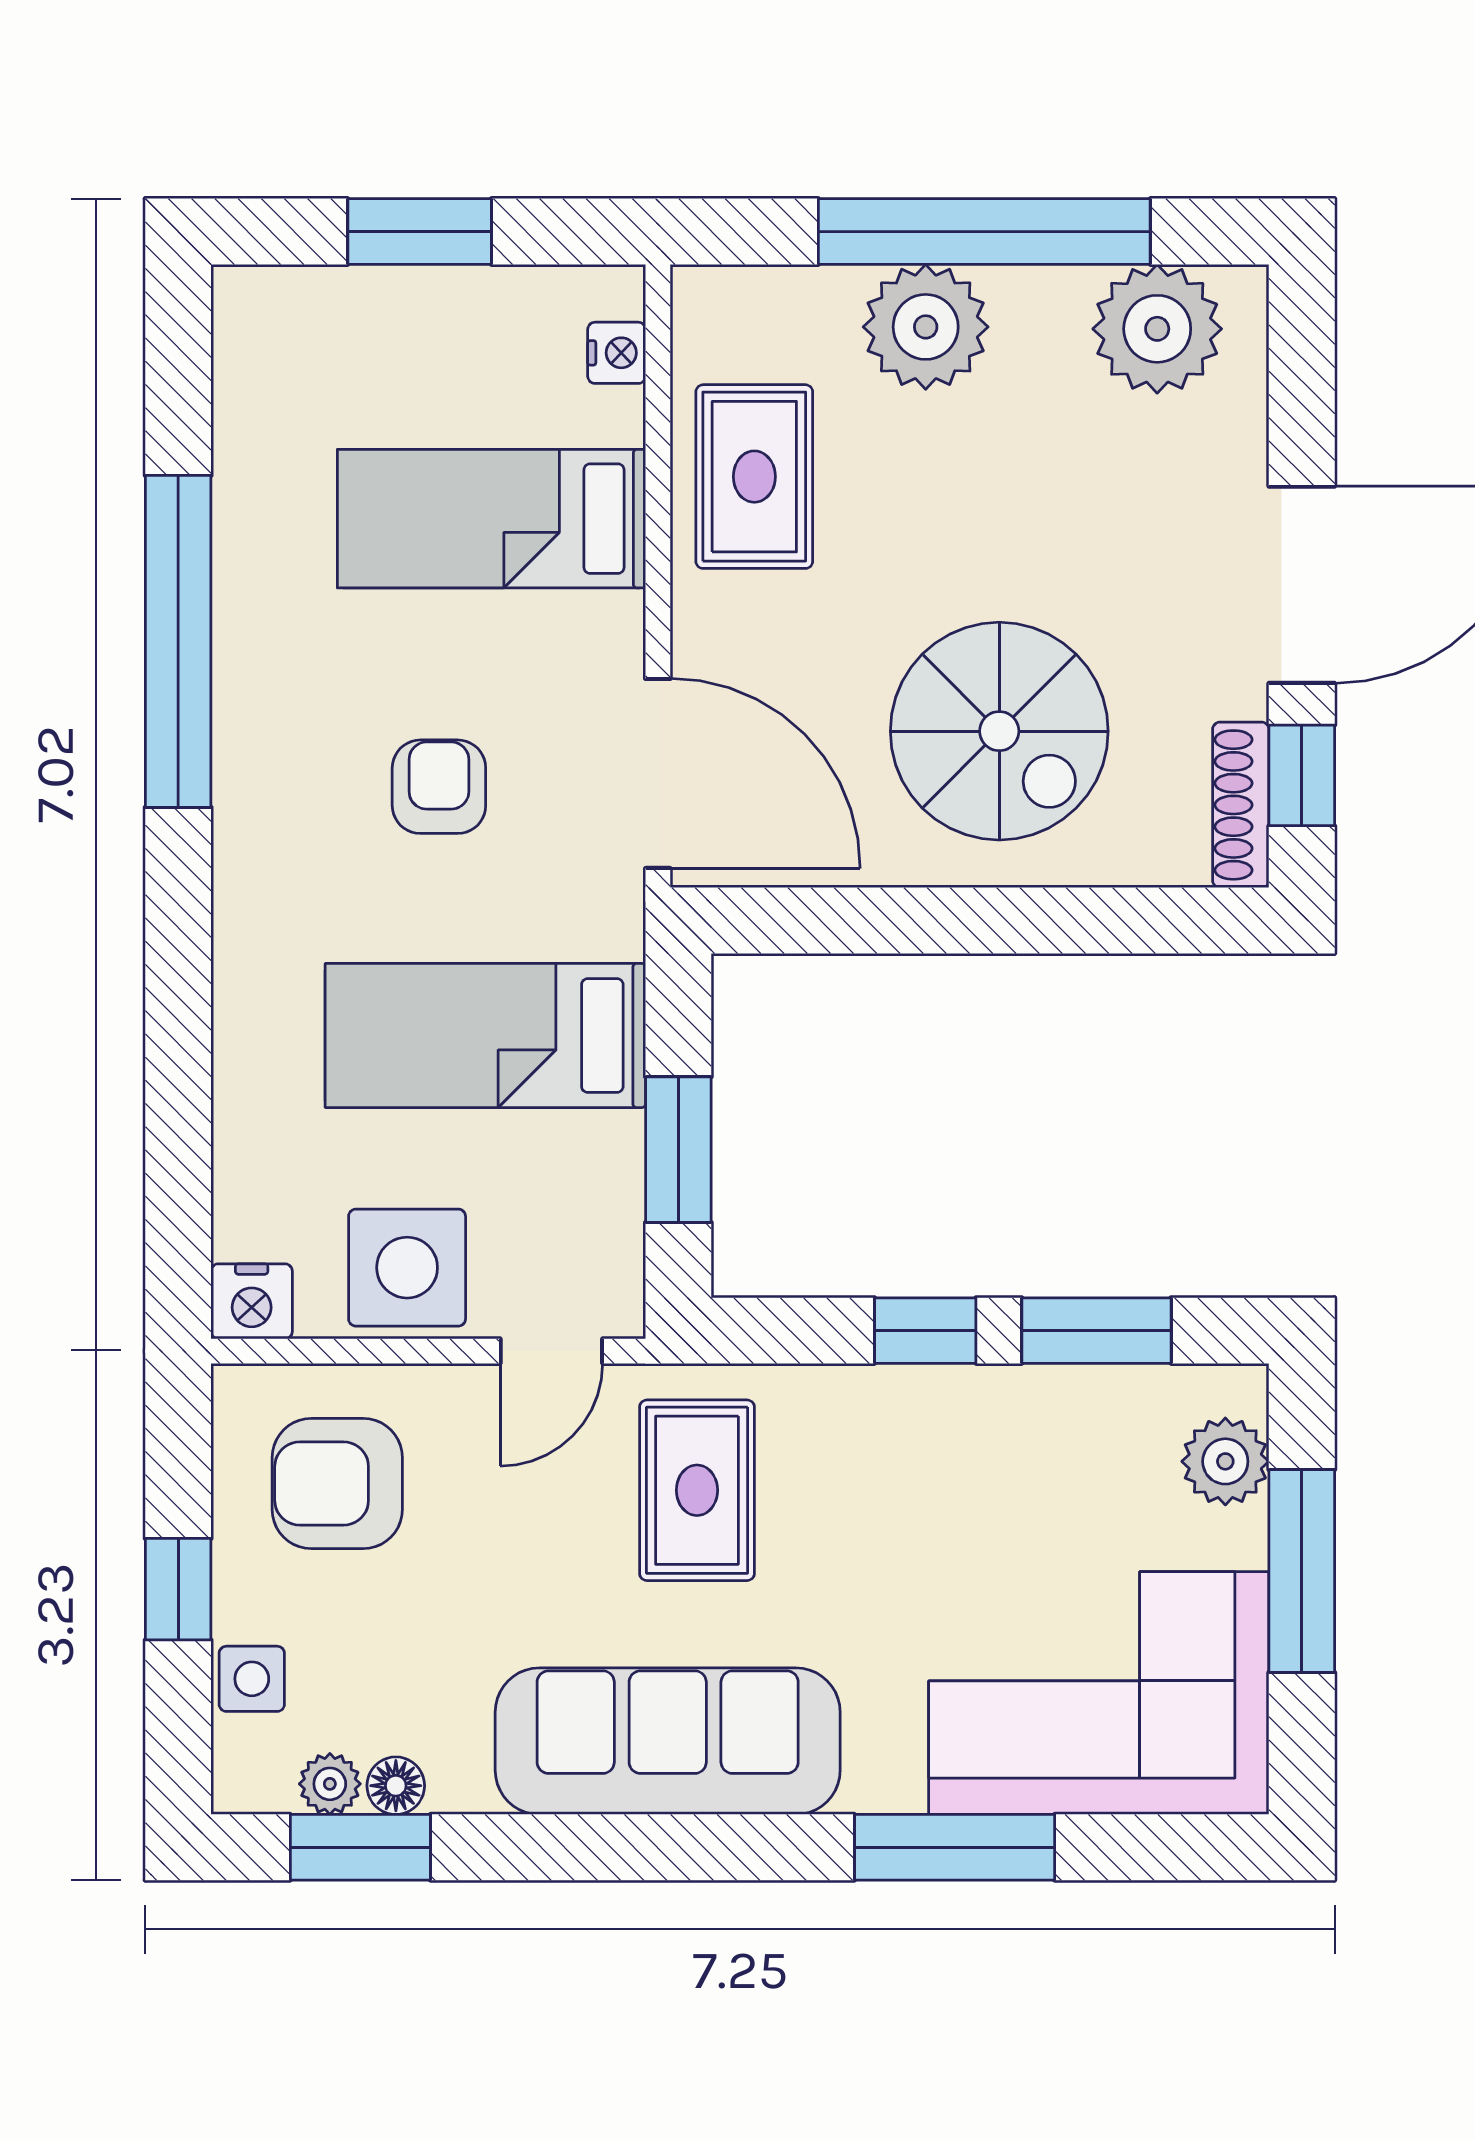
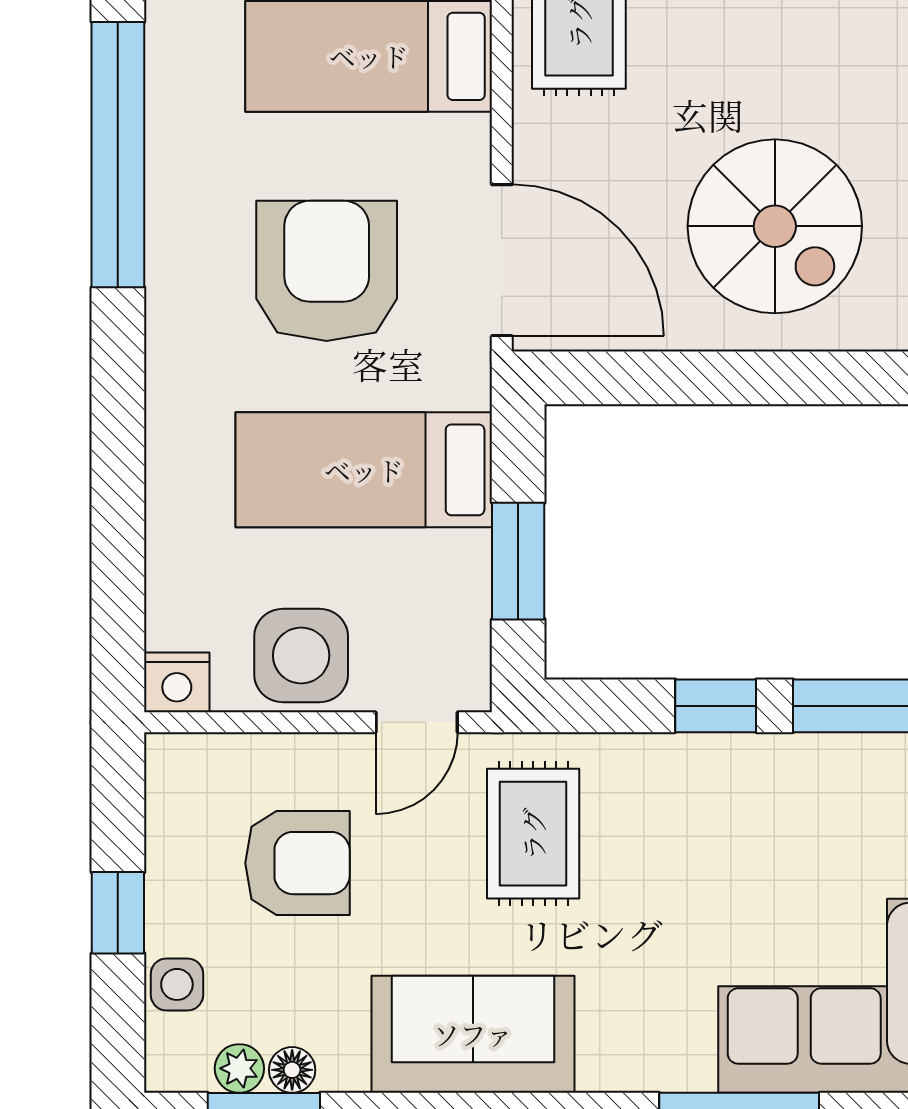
armchair: (439, 787) -> (327, 271), width x1.88, depth x1.88
armchair: (337, 1484) -> (297, 863), moved, turned 180
sofa: (668, 1741) -> (473, 1034), width x0.73

